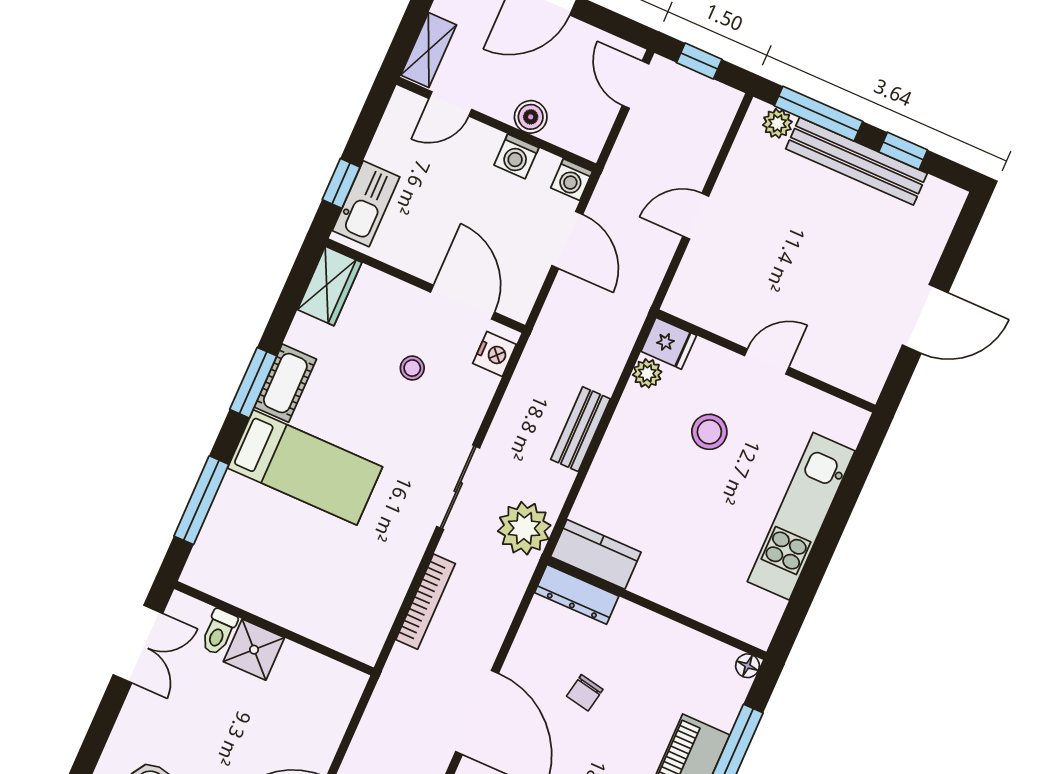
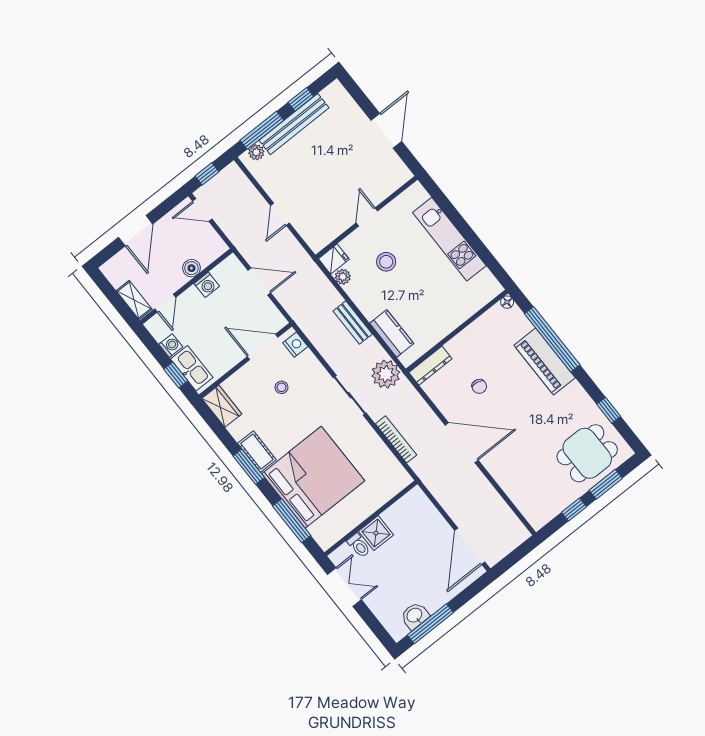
washing machine: (572, 180) -> (171, 346), moved, turned -90
bed: (305, 467) -> (313, 477), width x2.04
kitchen counter: (596, 554) -> (392, 333), moved, turned 90

